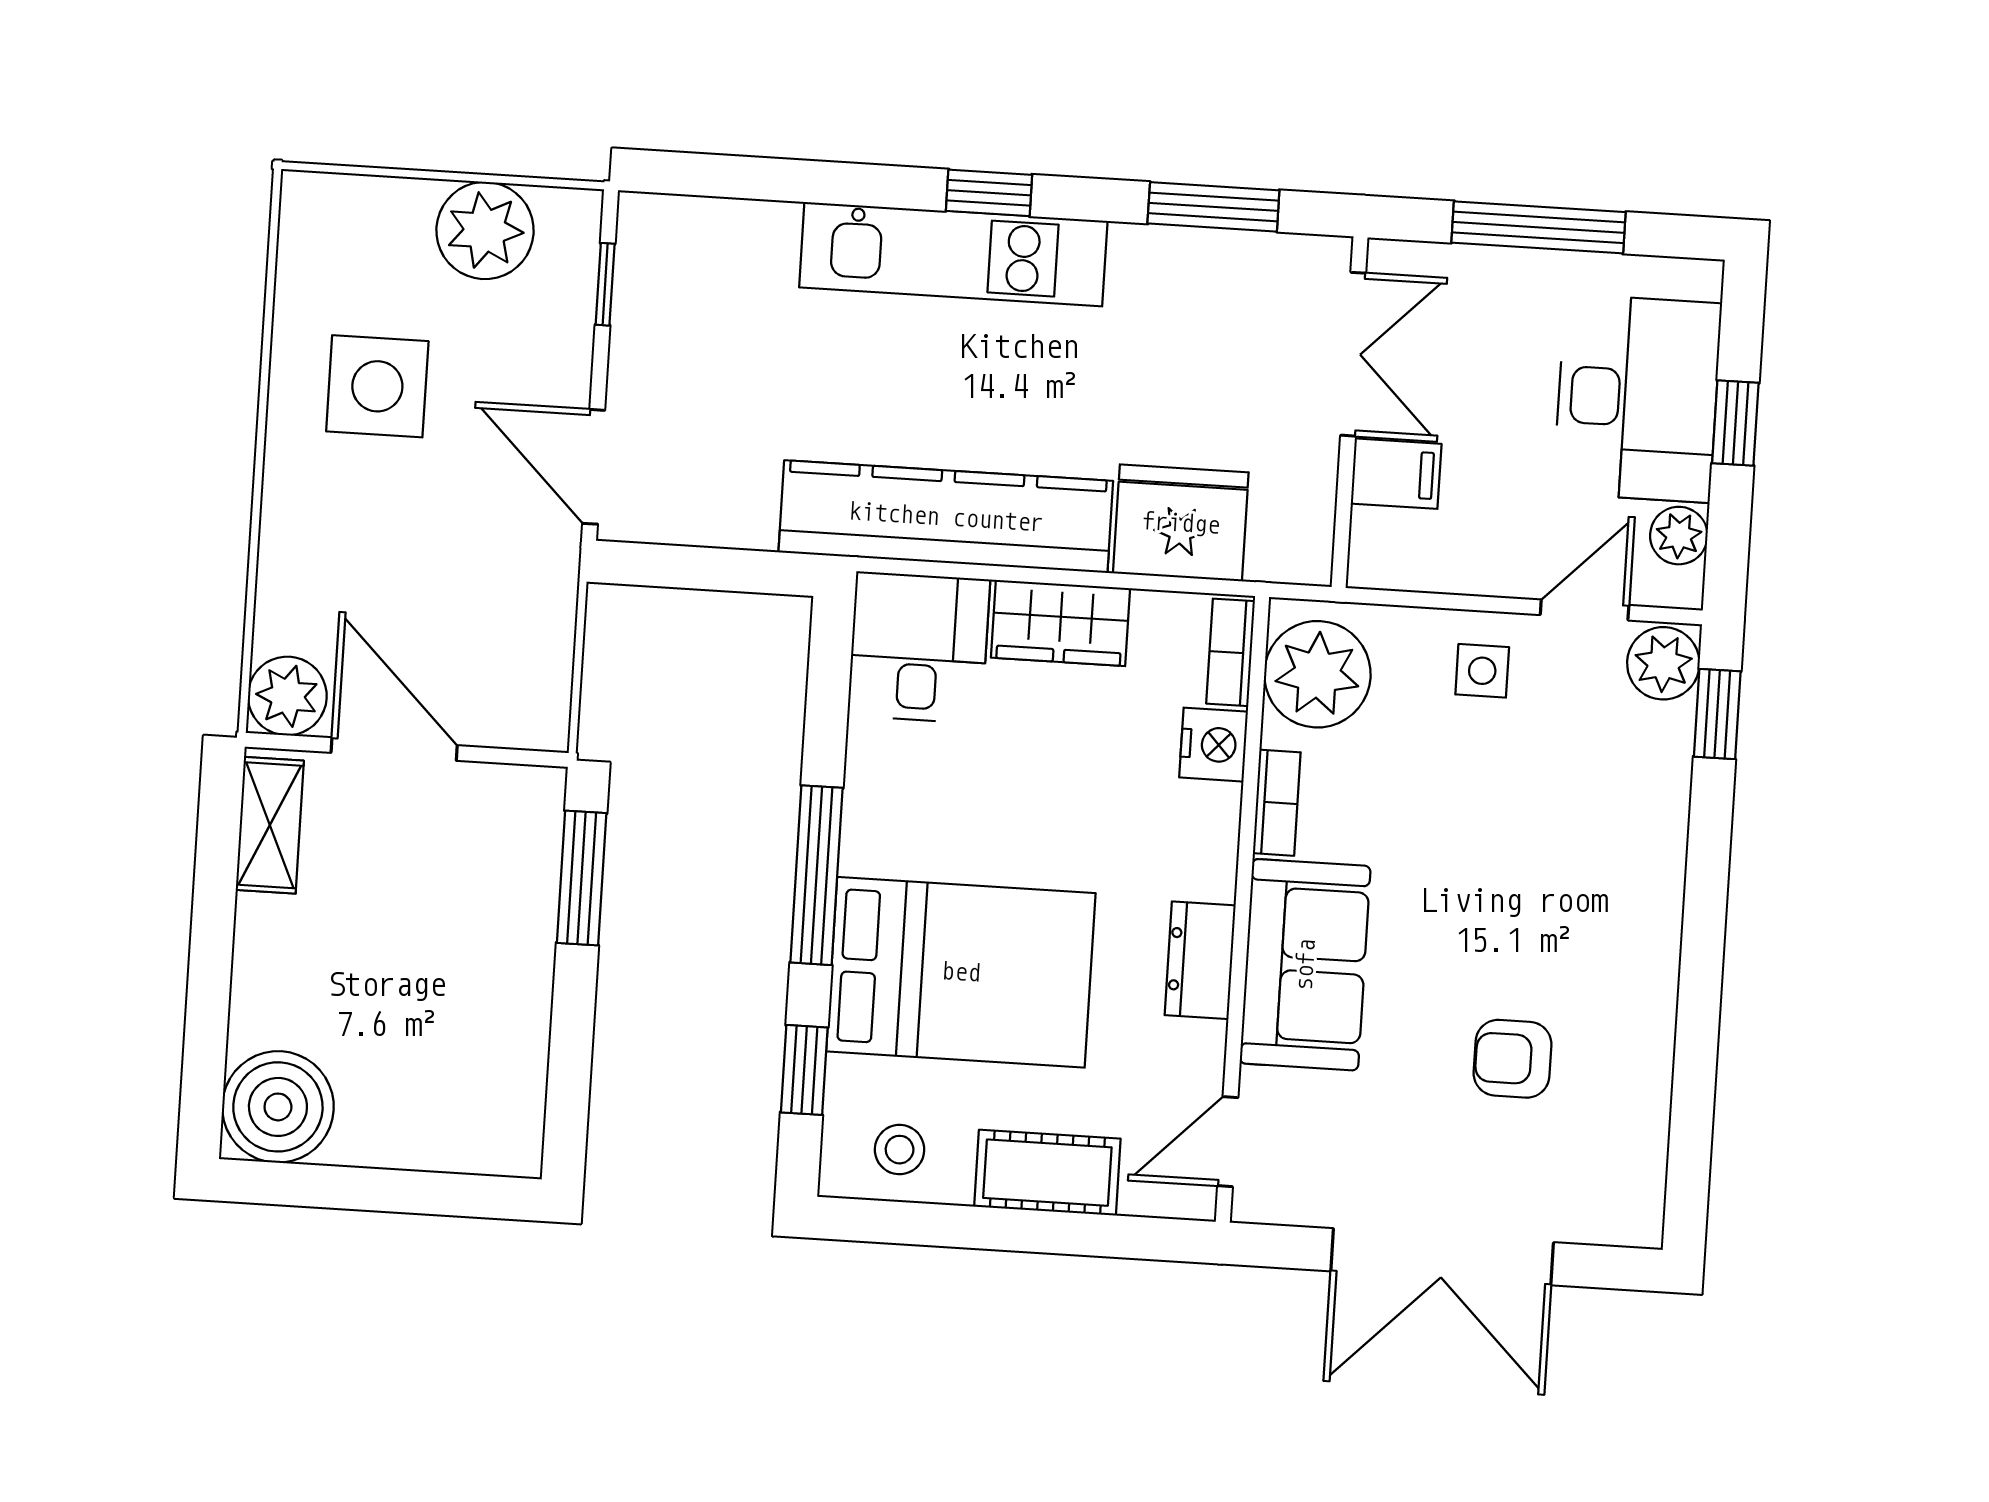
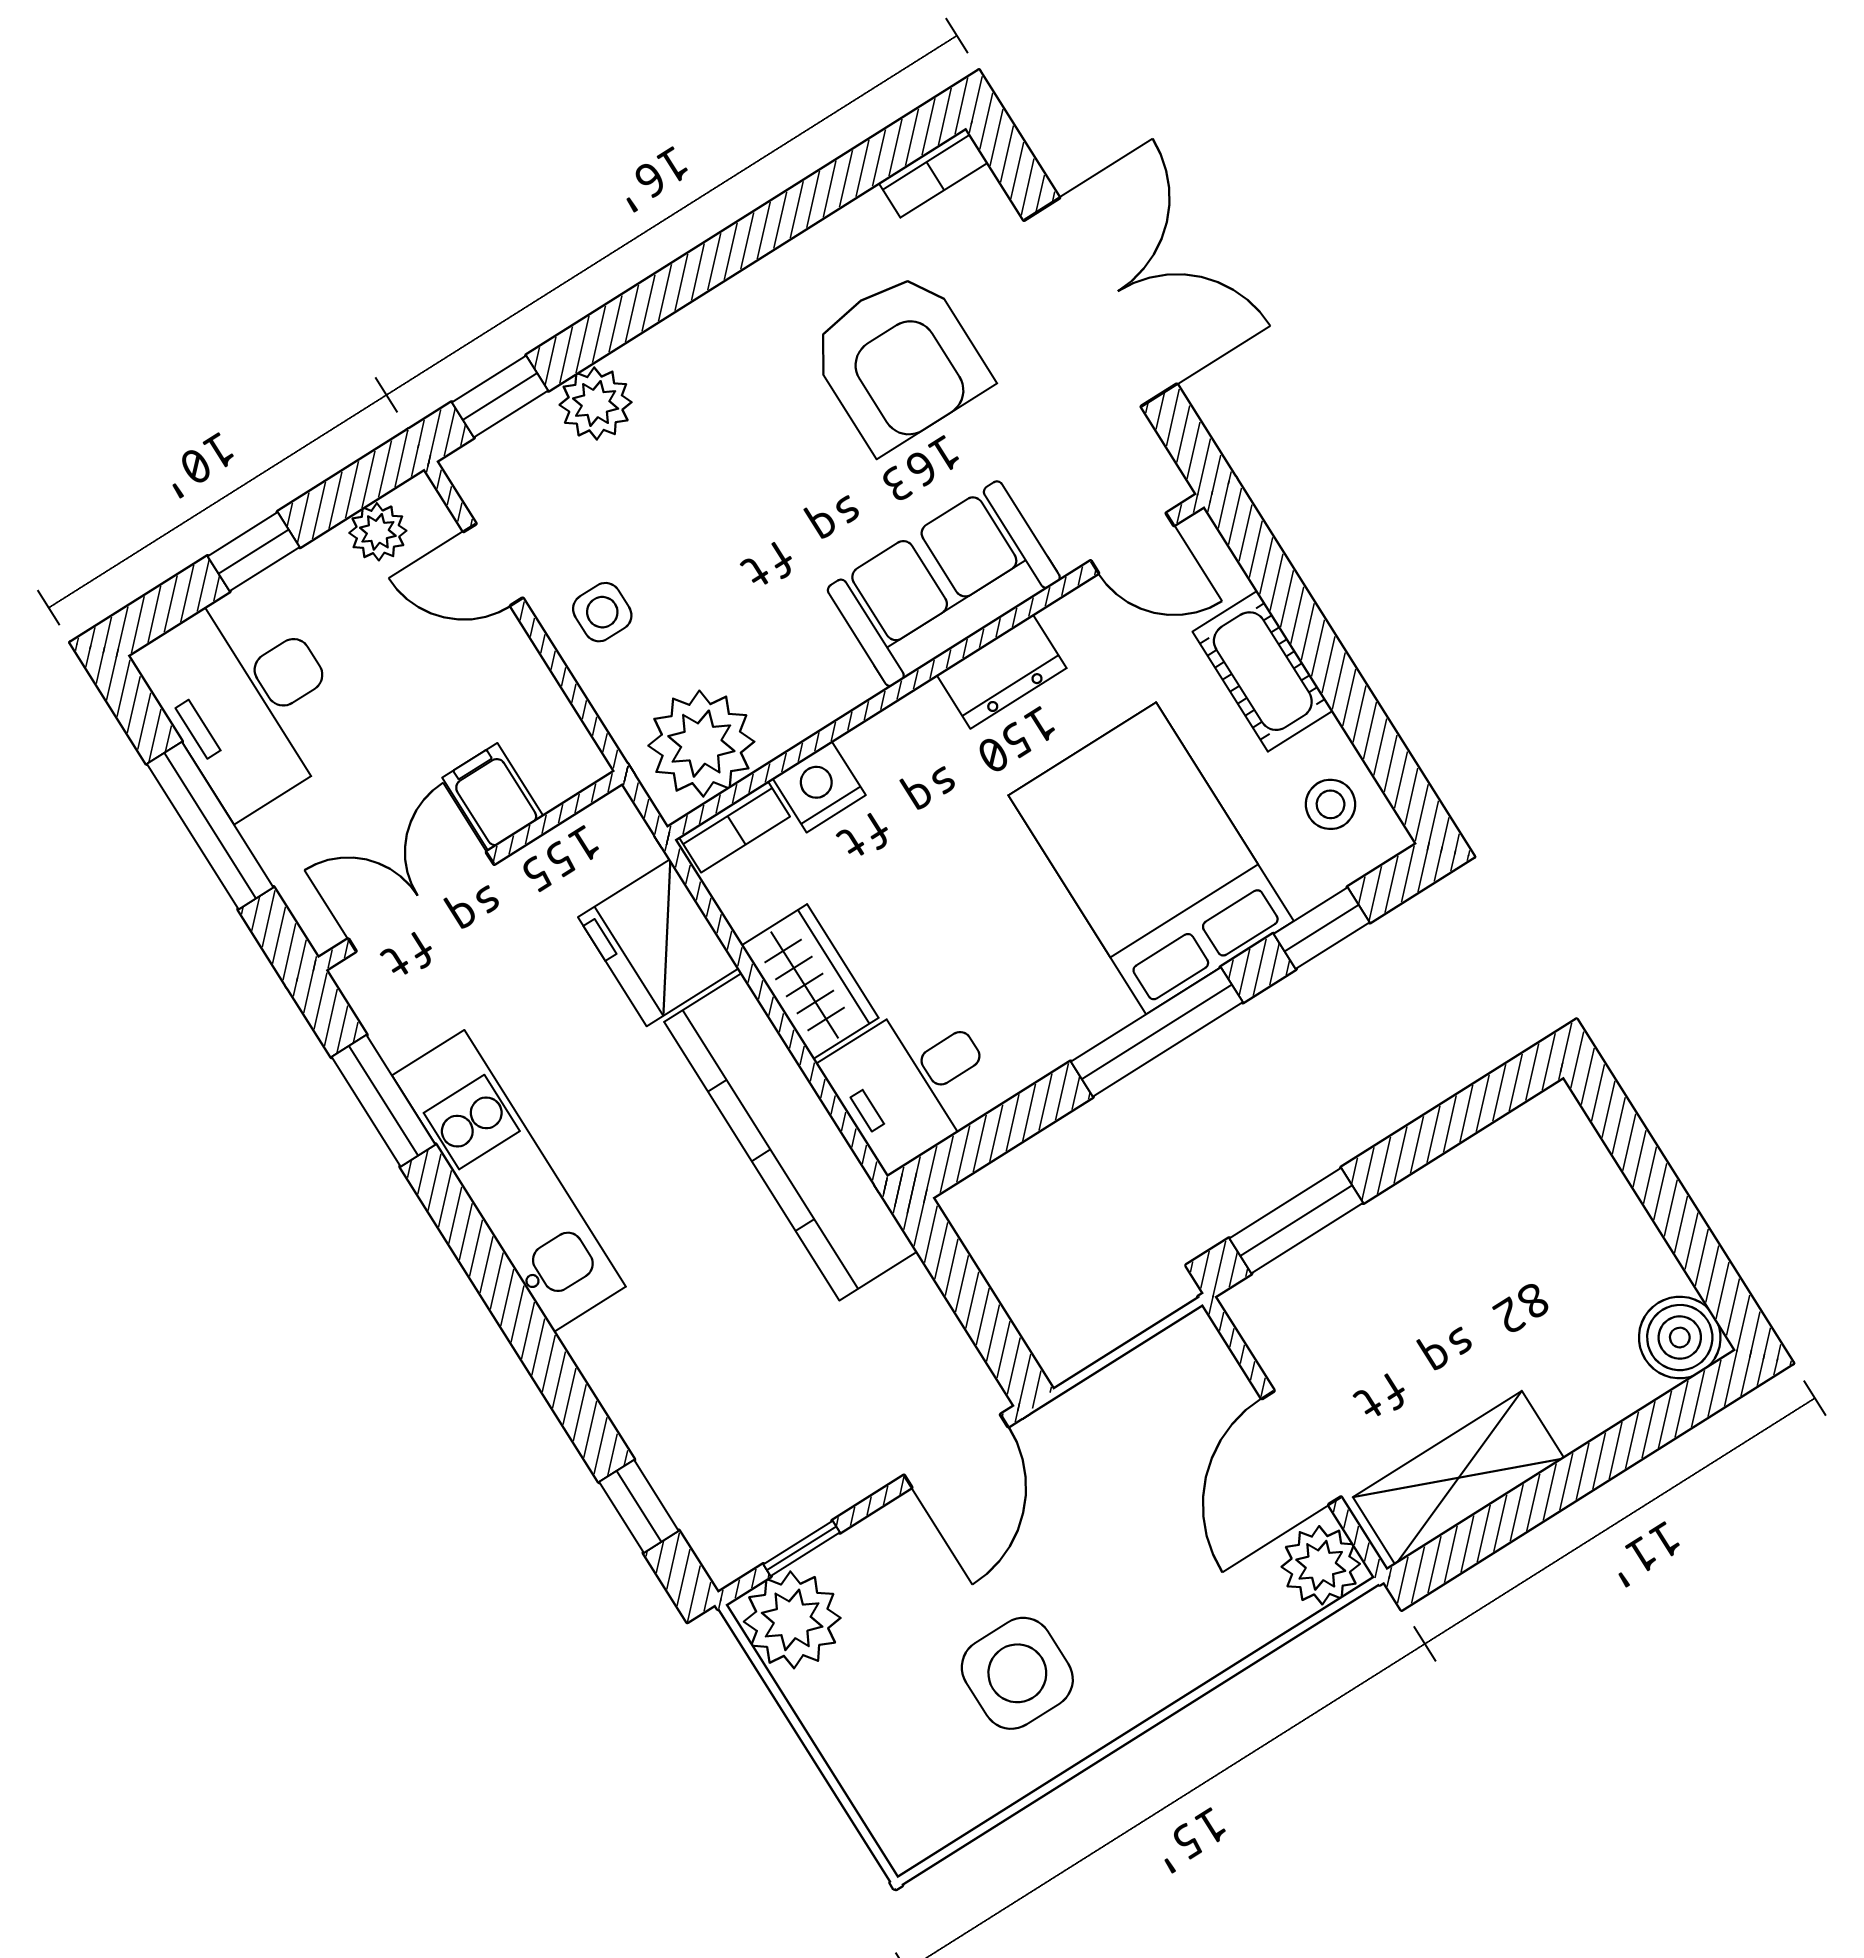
window: (989, 193) -> (639, 1506), moved
plant: (485, 231) -> (792, 1620), moved
kitchen unit: (953, 254) -> (509, 1181), moved
desk: (1638, 398) -> (247, 698), moved, turned -90
plant: (1663, 663) -> (596, 404), moved
bookcase: (1277, 803) -> (933, 173), moved, turned 180
shelving: (270, 825) -> (1459, 1478), width x1.50, depth x1.33
armchair: (1512, 1059) -> (899, 361), width x1.88, depth x1.88
boiler: (278, 1107) -> (1680, 1338), width x0.73, depth x0.73

